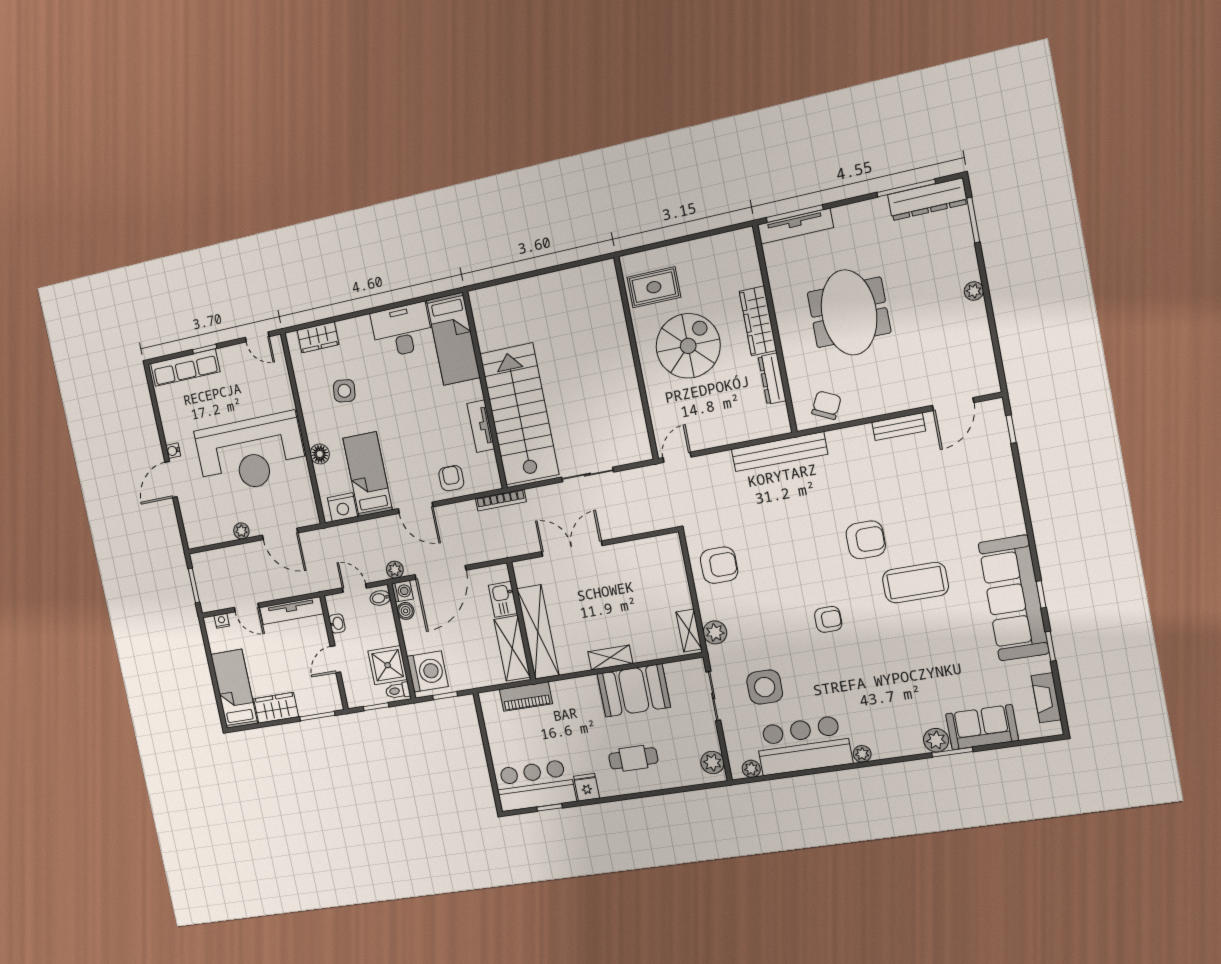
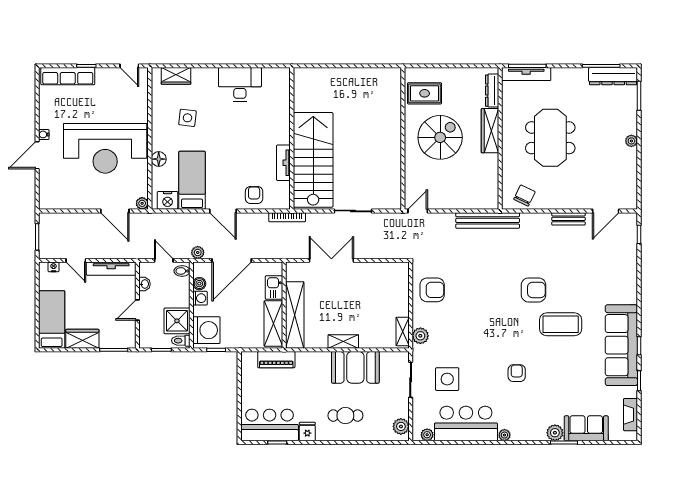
bed: (453, 339) -> (276, 98), removed
dresser: (772, 379) -> (492, 91), moved
plant: (241, 531) -> (142, 203), moved
washing machine: (402, 591) -> (200, 298), moved
armchair: (828, 619) -> (517, 373), moved, turned -90

